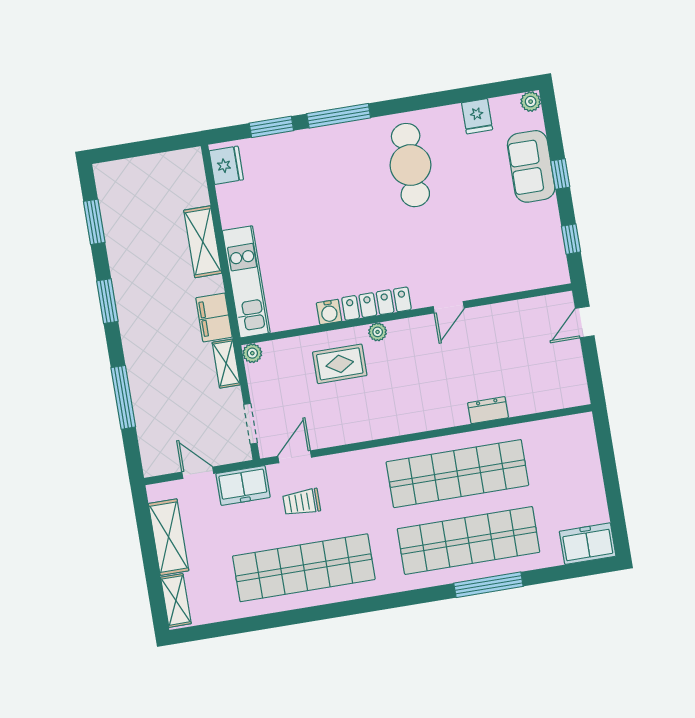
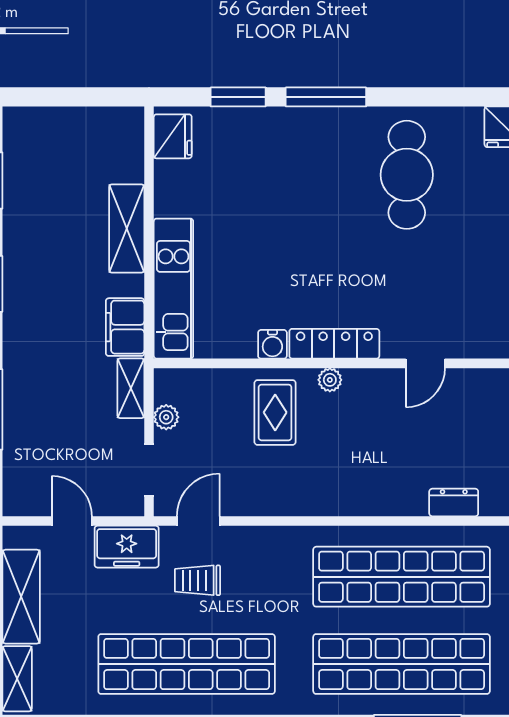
plant: (252, 353) -> (166, 417), moved
rug: (340, 364) -> (275, 412), turned 90

